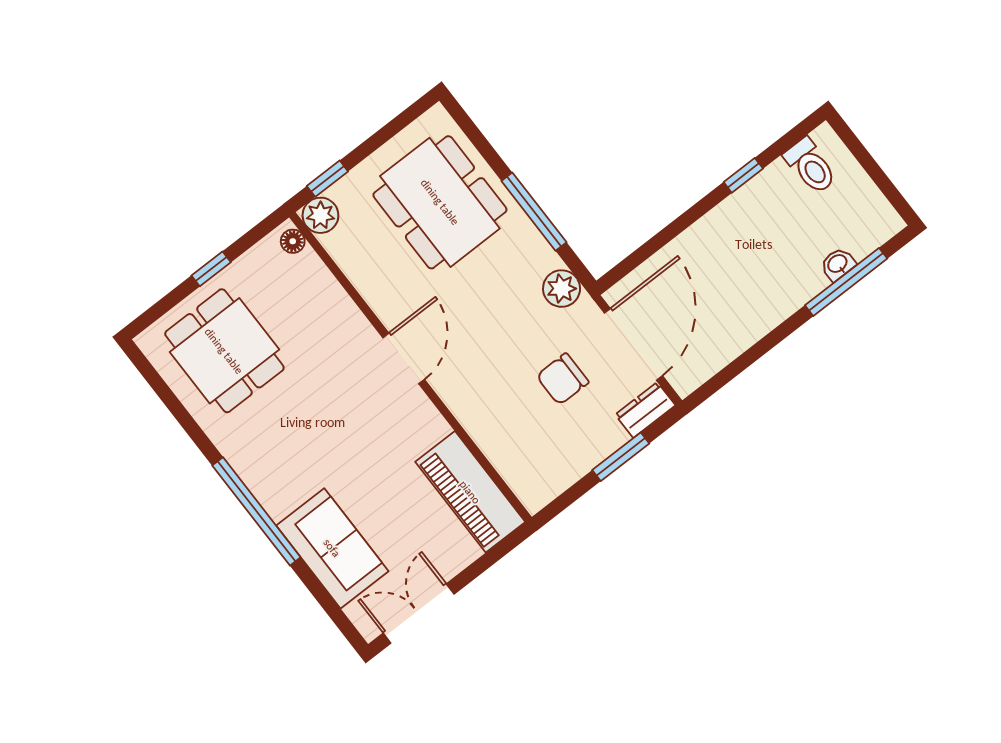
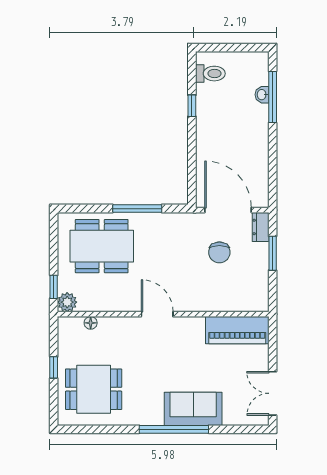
floor lamp: (293, 241) -> (91, 323), moved
plant: (562, 289) -> (180, 222), removed
sofa: (332, 548) -> (193, 409), moved

